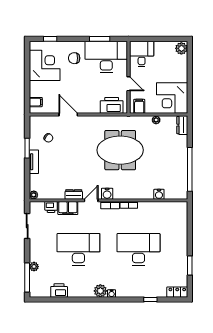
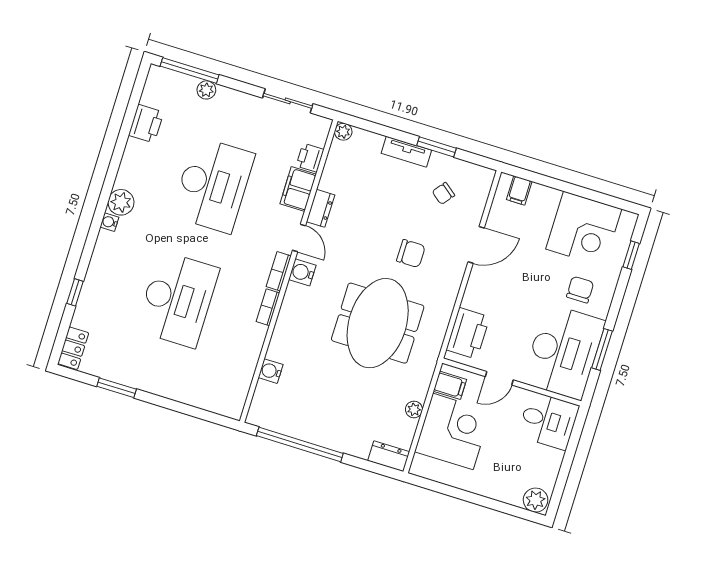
corner desk: (172, 98) -> (453, 431), moved, turned 90
chair: (82, 145) -> (411, 254), added

